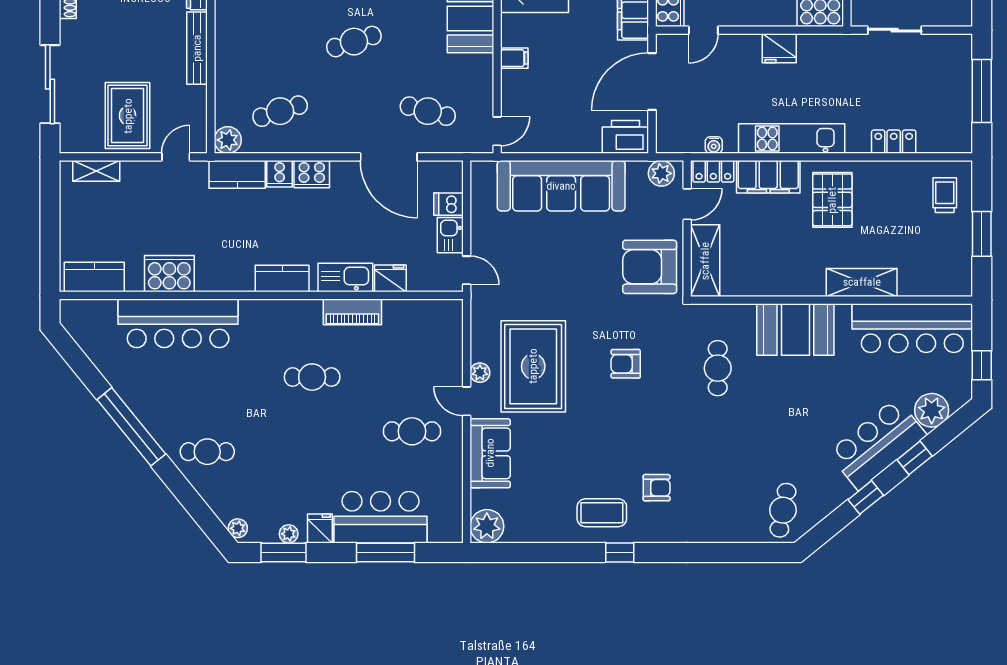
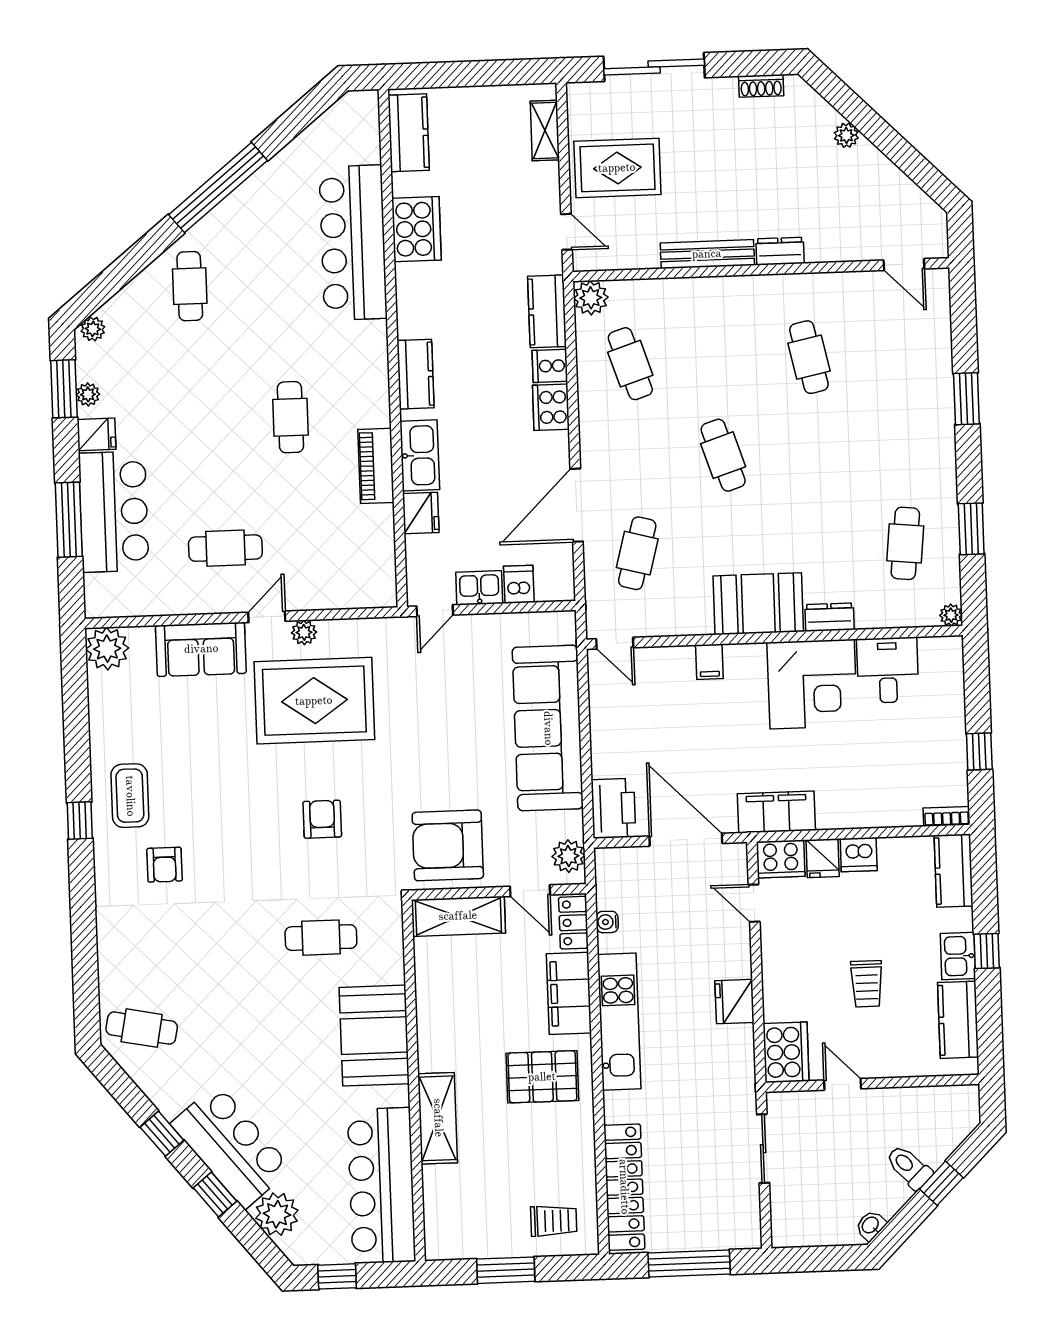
locker: (894, 142) -> (624, 1187), width x2.16, depth x1.21
armchair: (650, 267) -> (448, 845), turned -90
cafe table: (412, 431) -> (225, 548), turned 90

